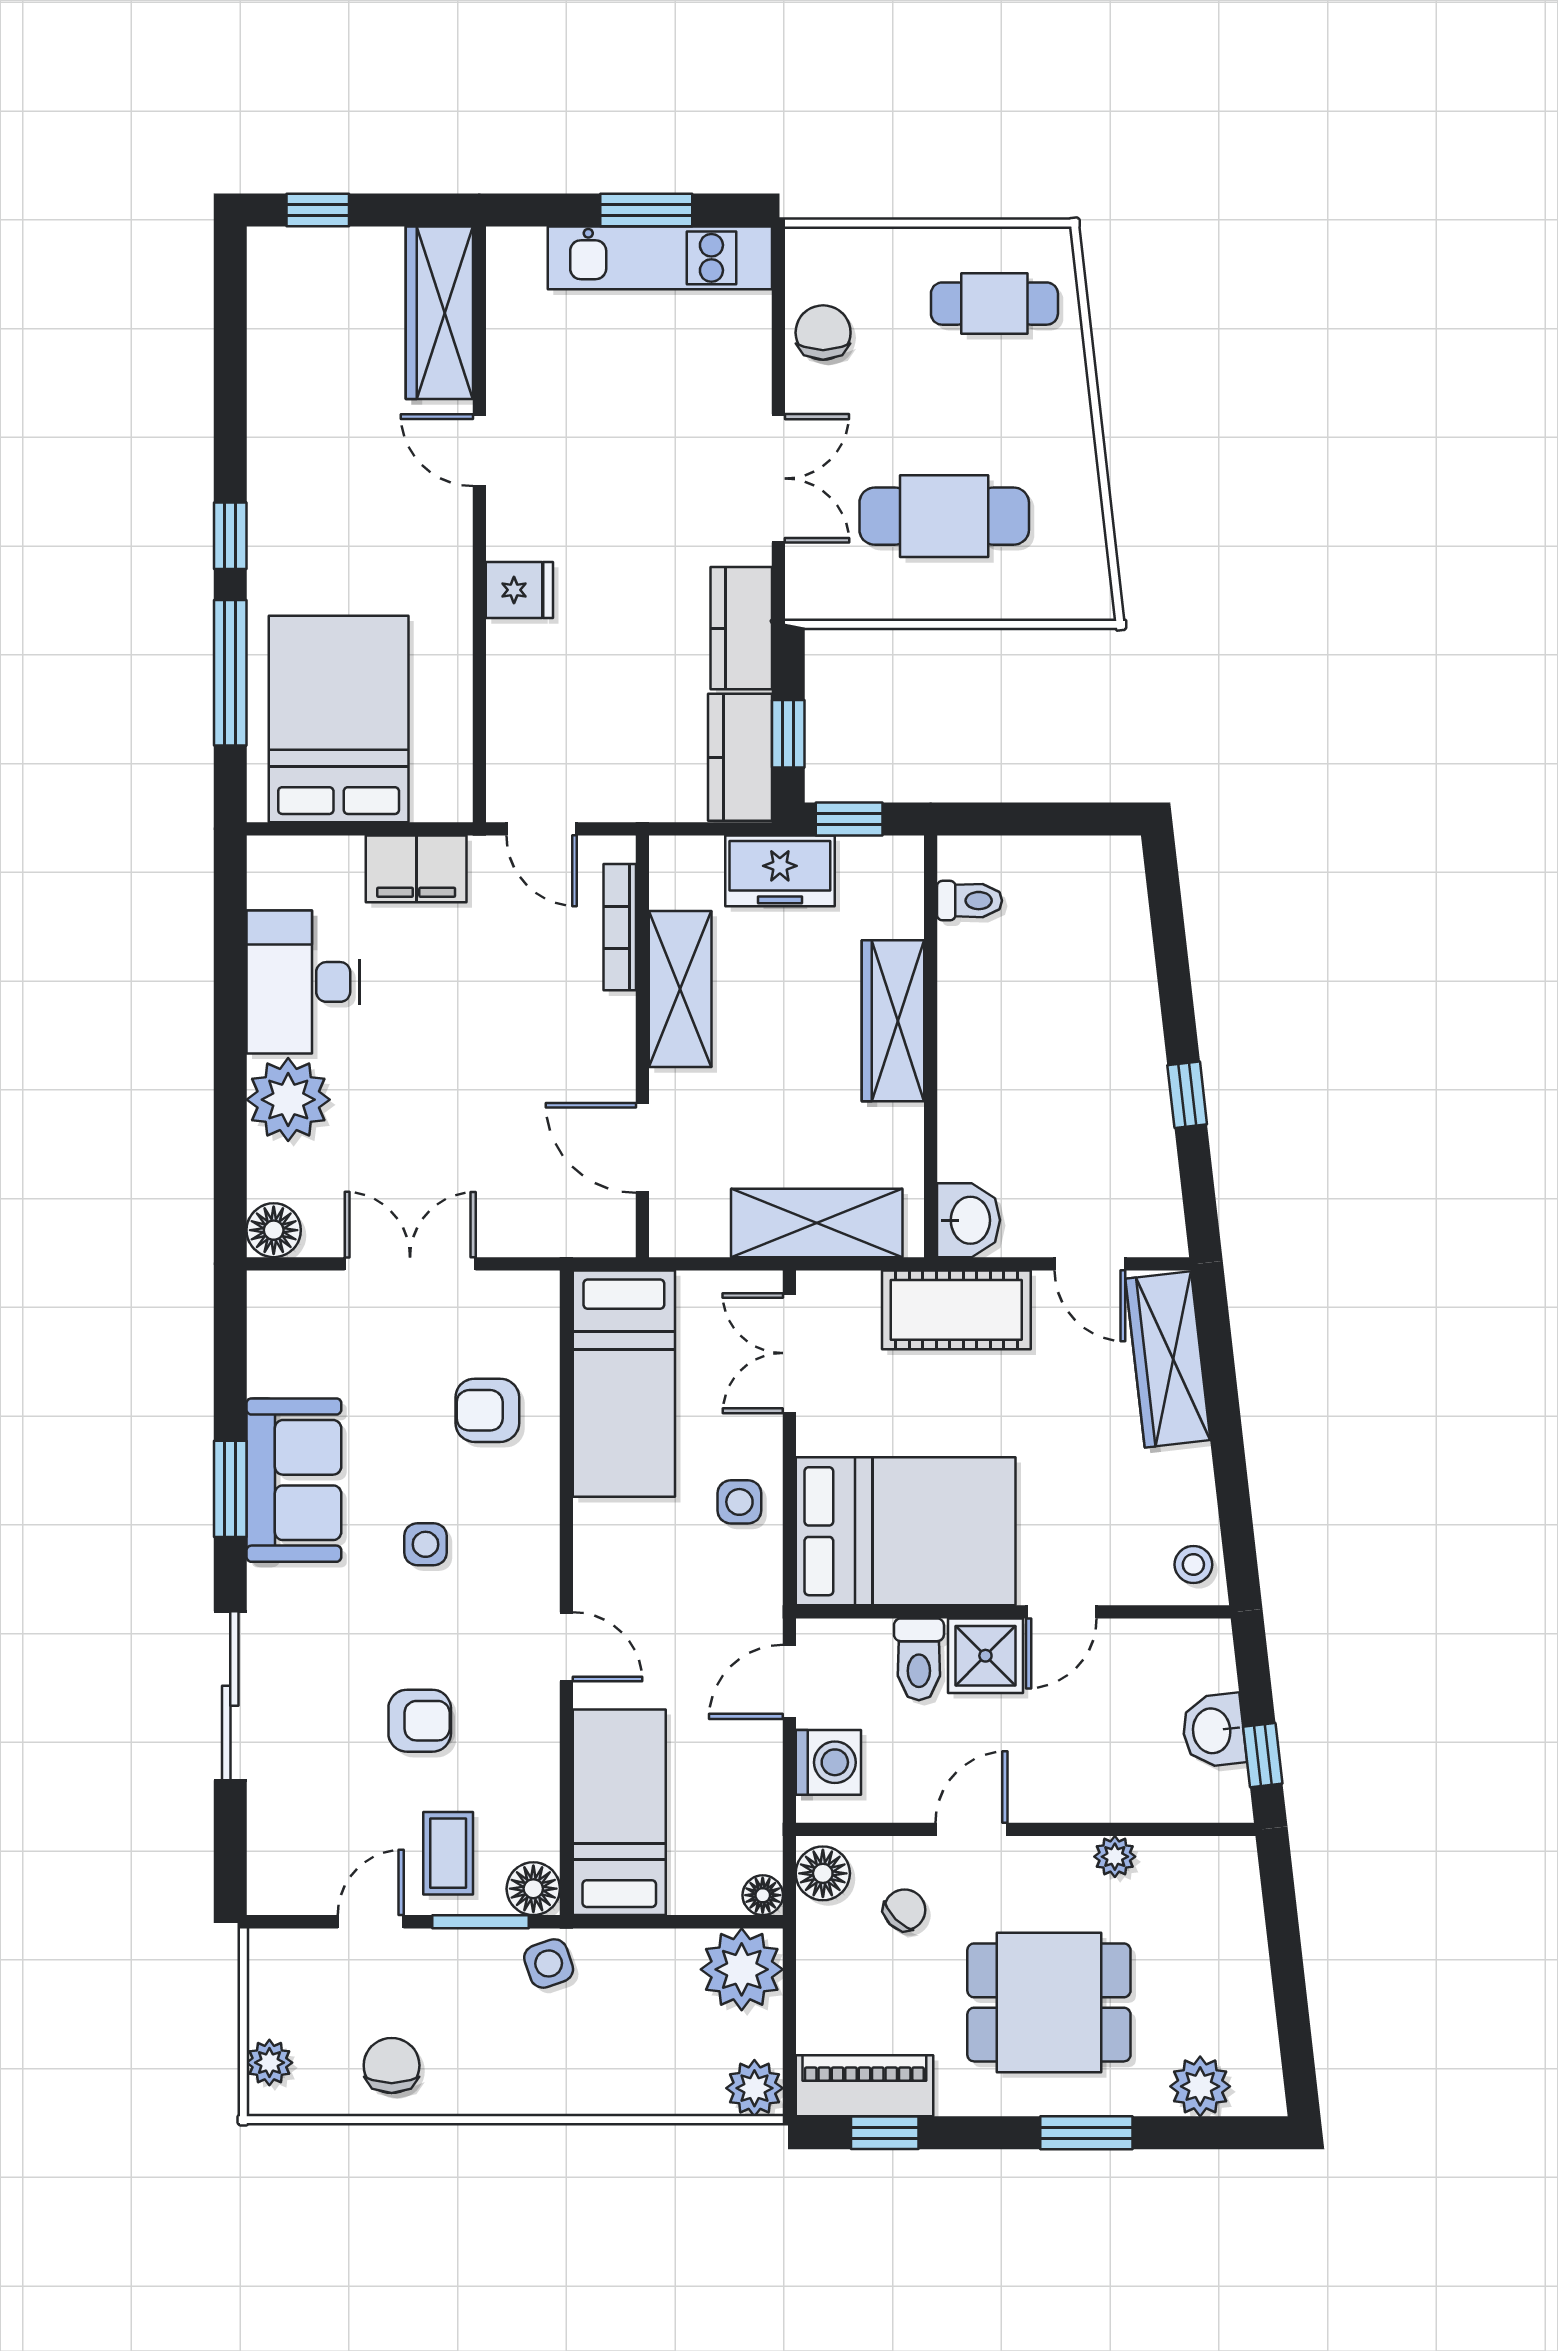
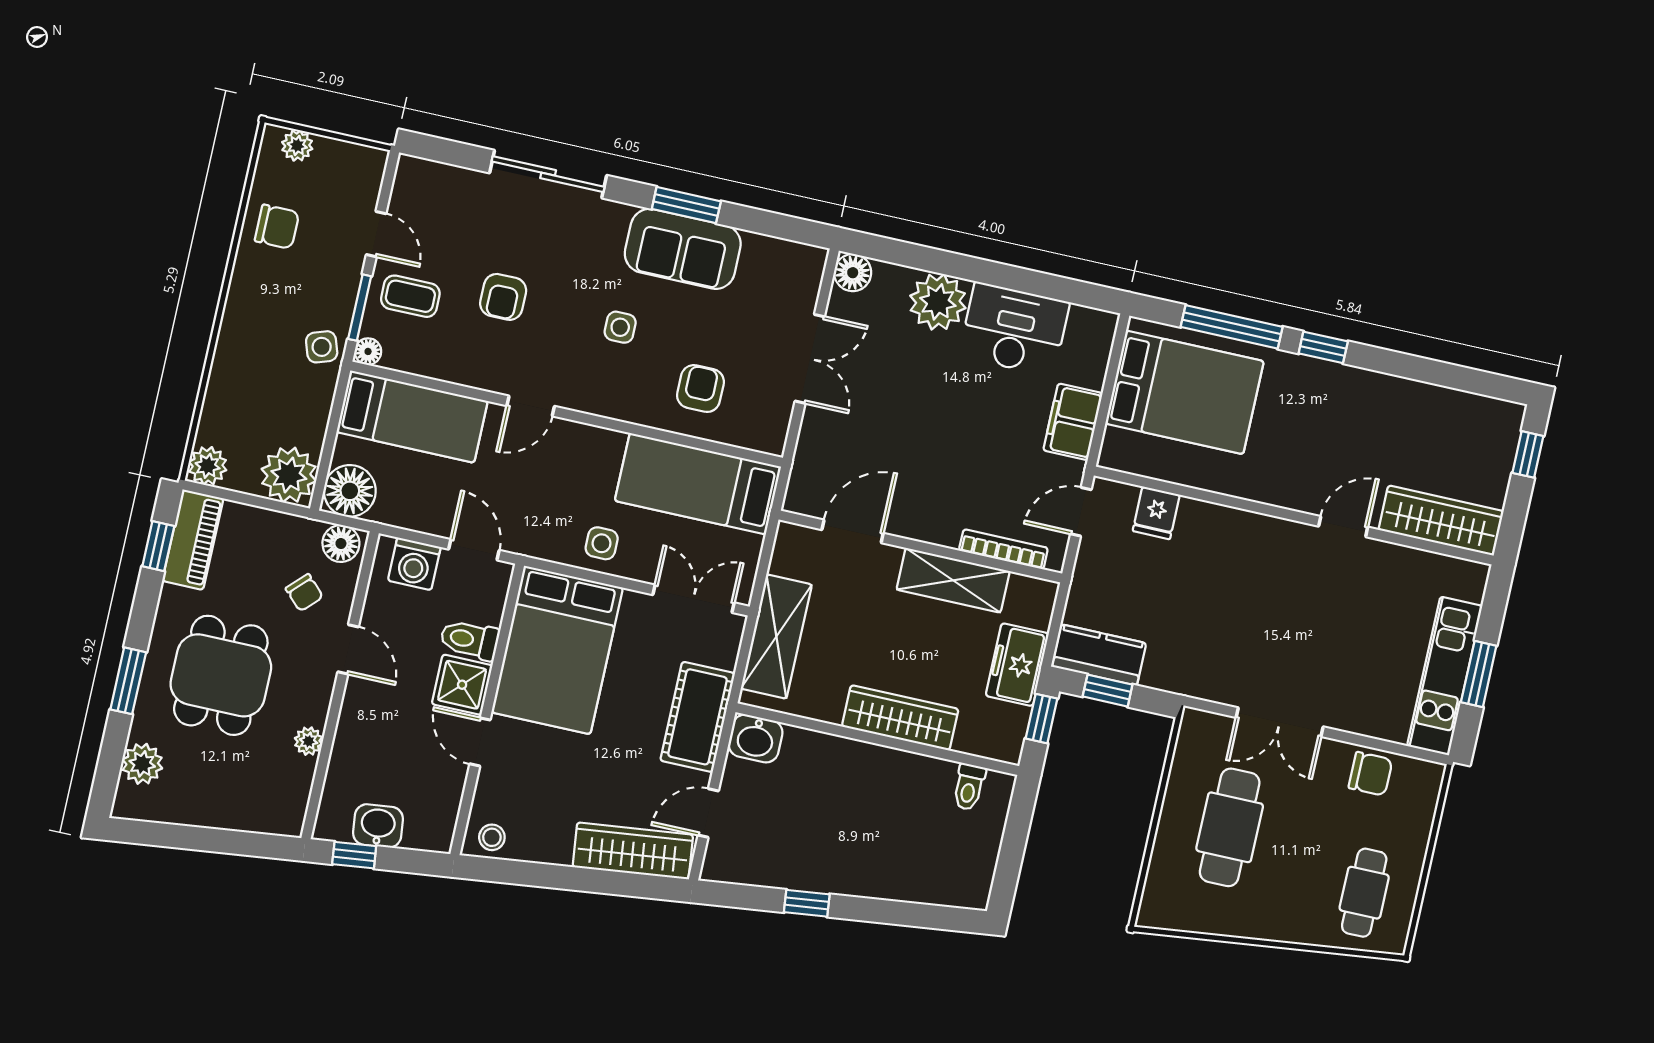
fridge: (519, 590) -> (1156, 513), moved
kitchen counter: (741, 628) -> (1185, 675), removed
floor lamp: (533, 1889) -> (368, 351), width x0.73, depth x0.73
floor lamp: (763, 1895) -> (350, 491), width x1.89, depth x1.89

